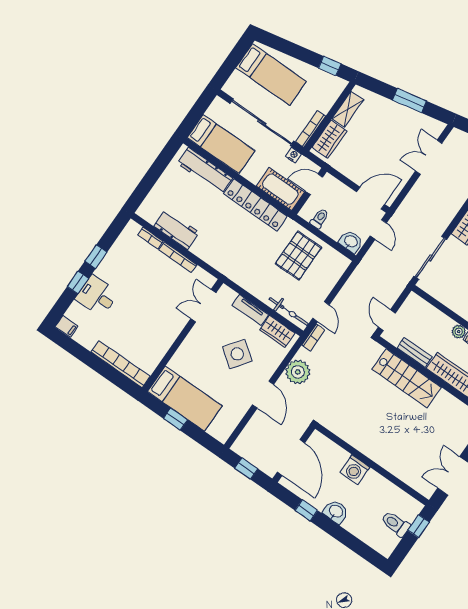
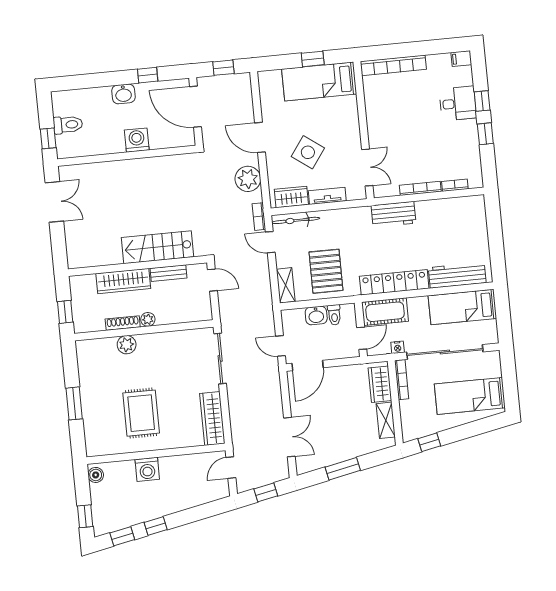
workbench: (177, 229) -> (394, 214), moved
washbasin: (351, 242) -> (316, 315), moved
shelving: (337, 270) -> (286, 285), added

